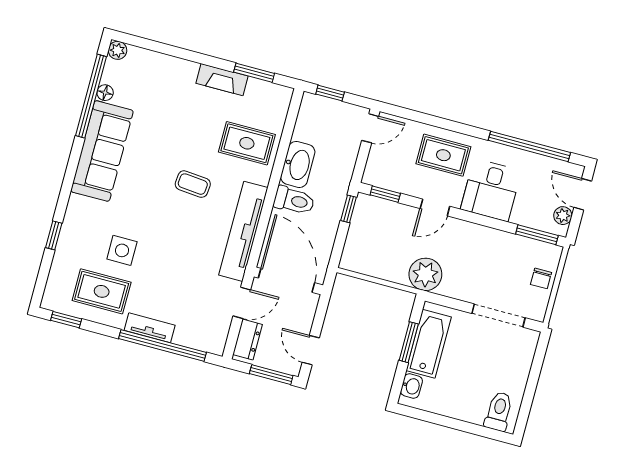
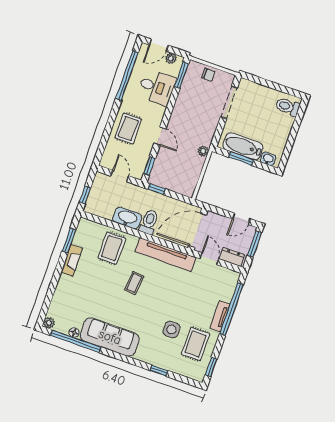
door: (370, 128) -> (120, 176), moved
desk: (491, 190) -> (157, 87), moved
plant: (425, 274) -> (203, 151), width x0.53, depth x0.53

